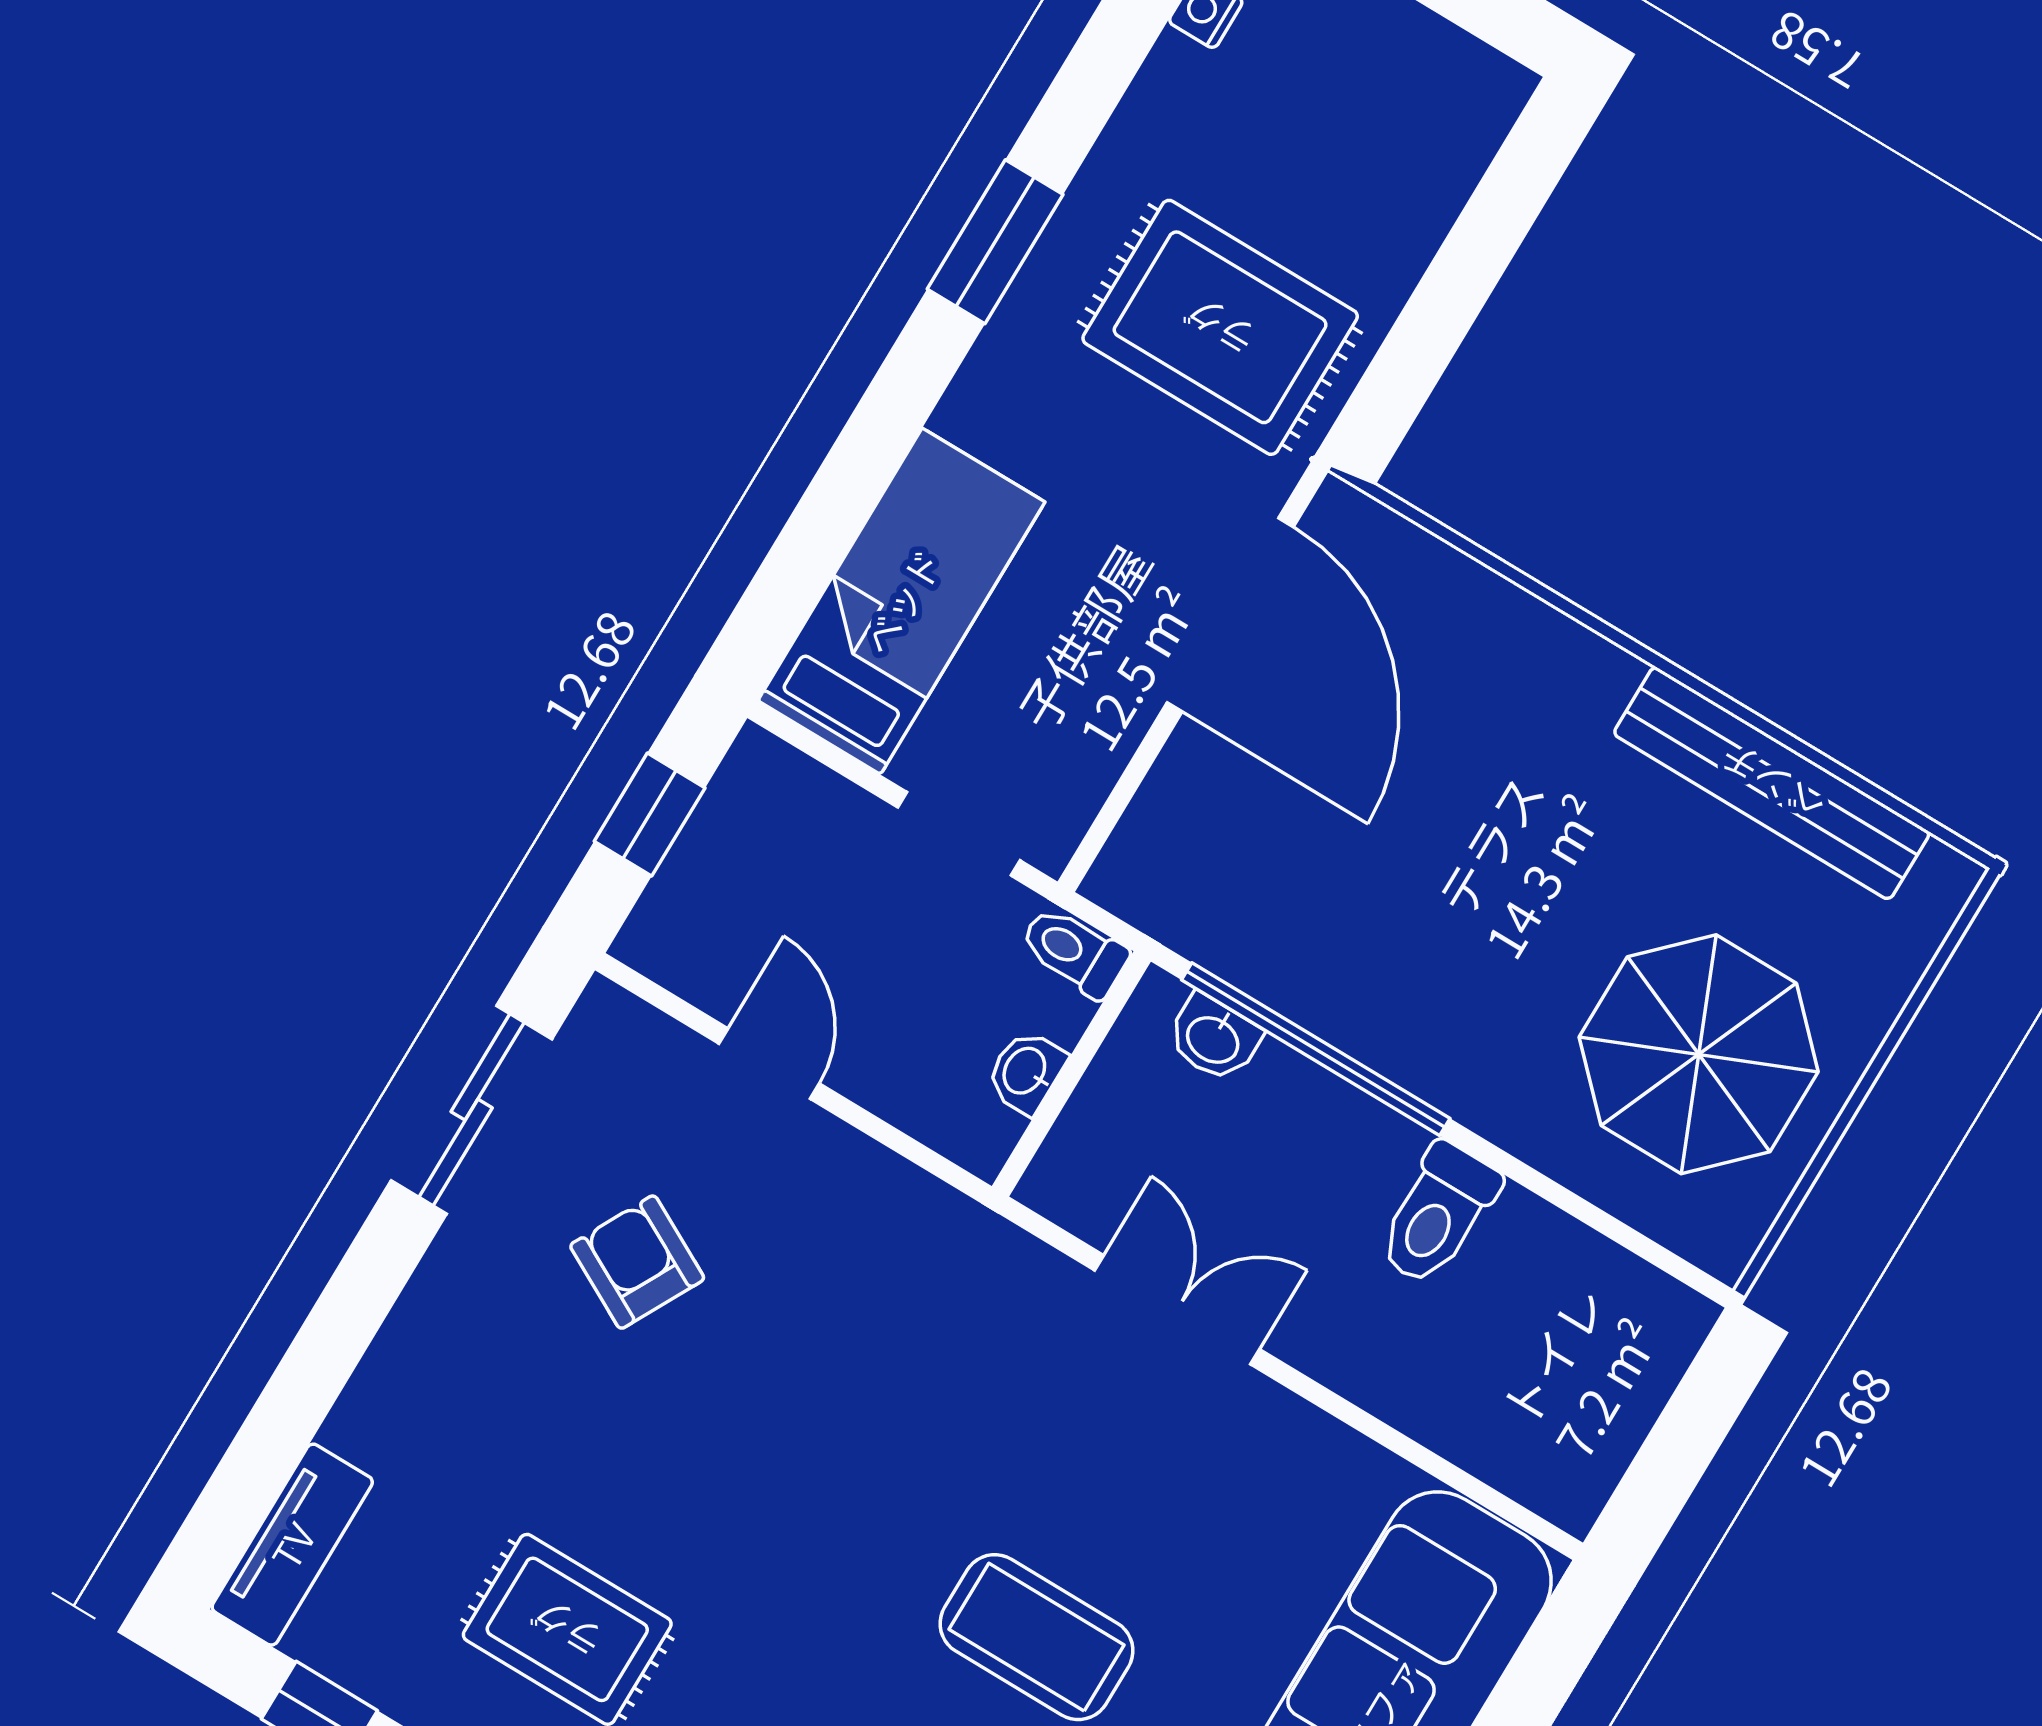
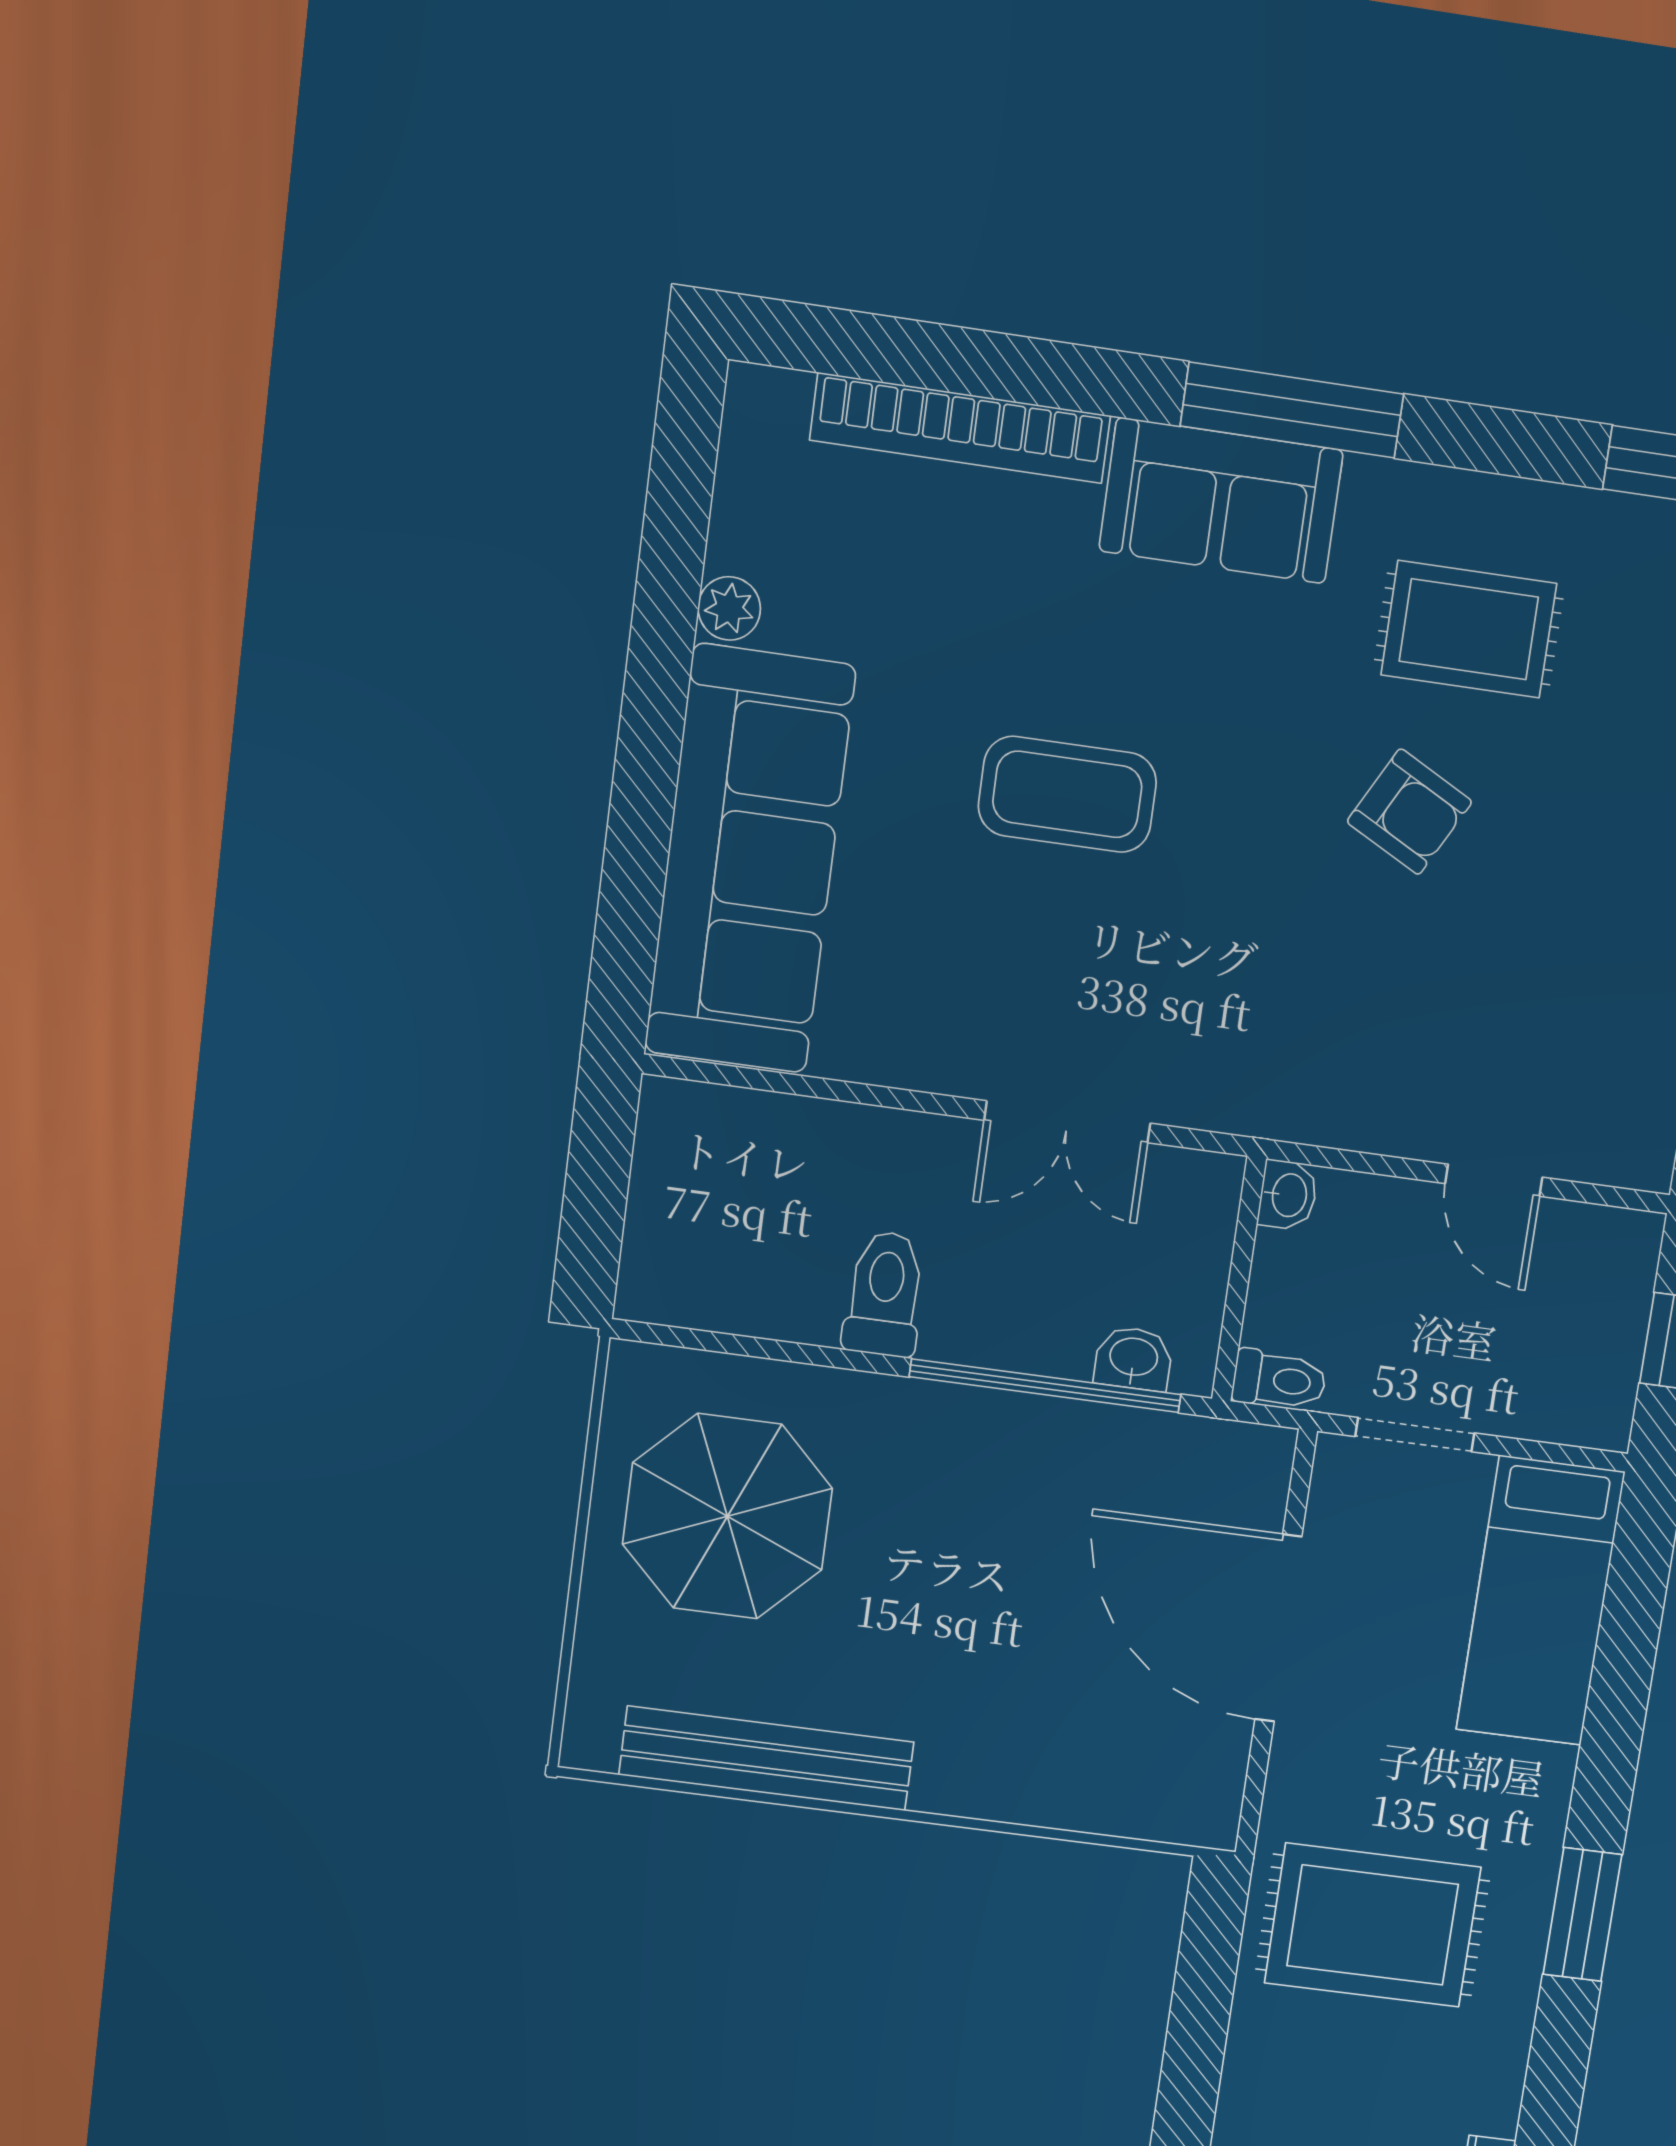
door: (1230, 615) -> (1278, 1628), moved
washbasin: (1026, 1072) -> (1288, 1195), moved
armchair: (637, 1262) -> (1409, 812), moved

